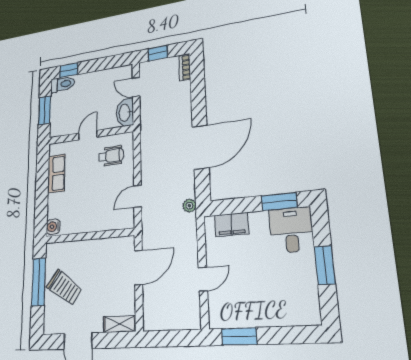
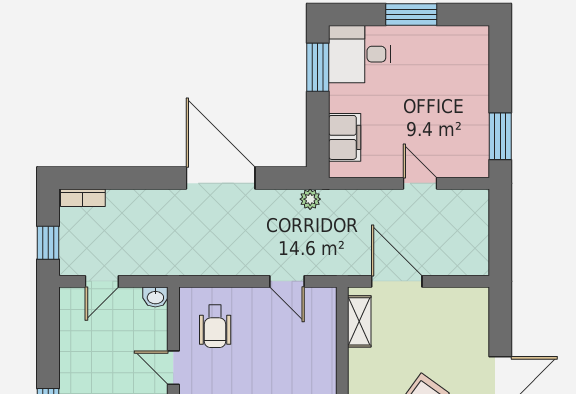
washbasin: (125, 113) -> (155, 297), width x0.52, depth x0.69
wheelchair: (111, 156) -> (215, 326), turned 180
shelving: (119, 324) -> (359, 321), moved

